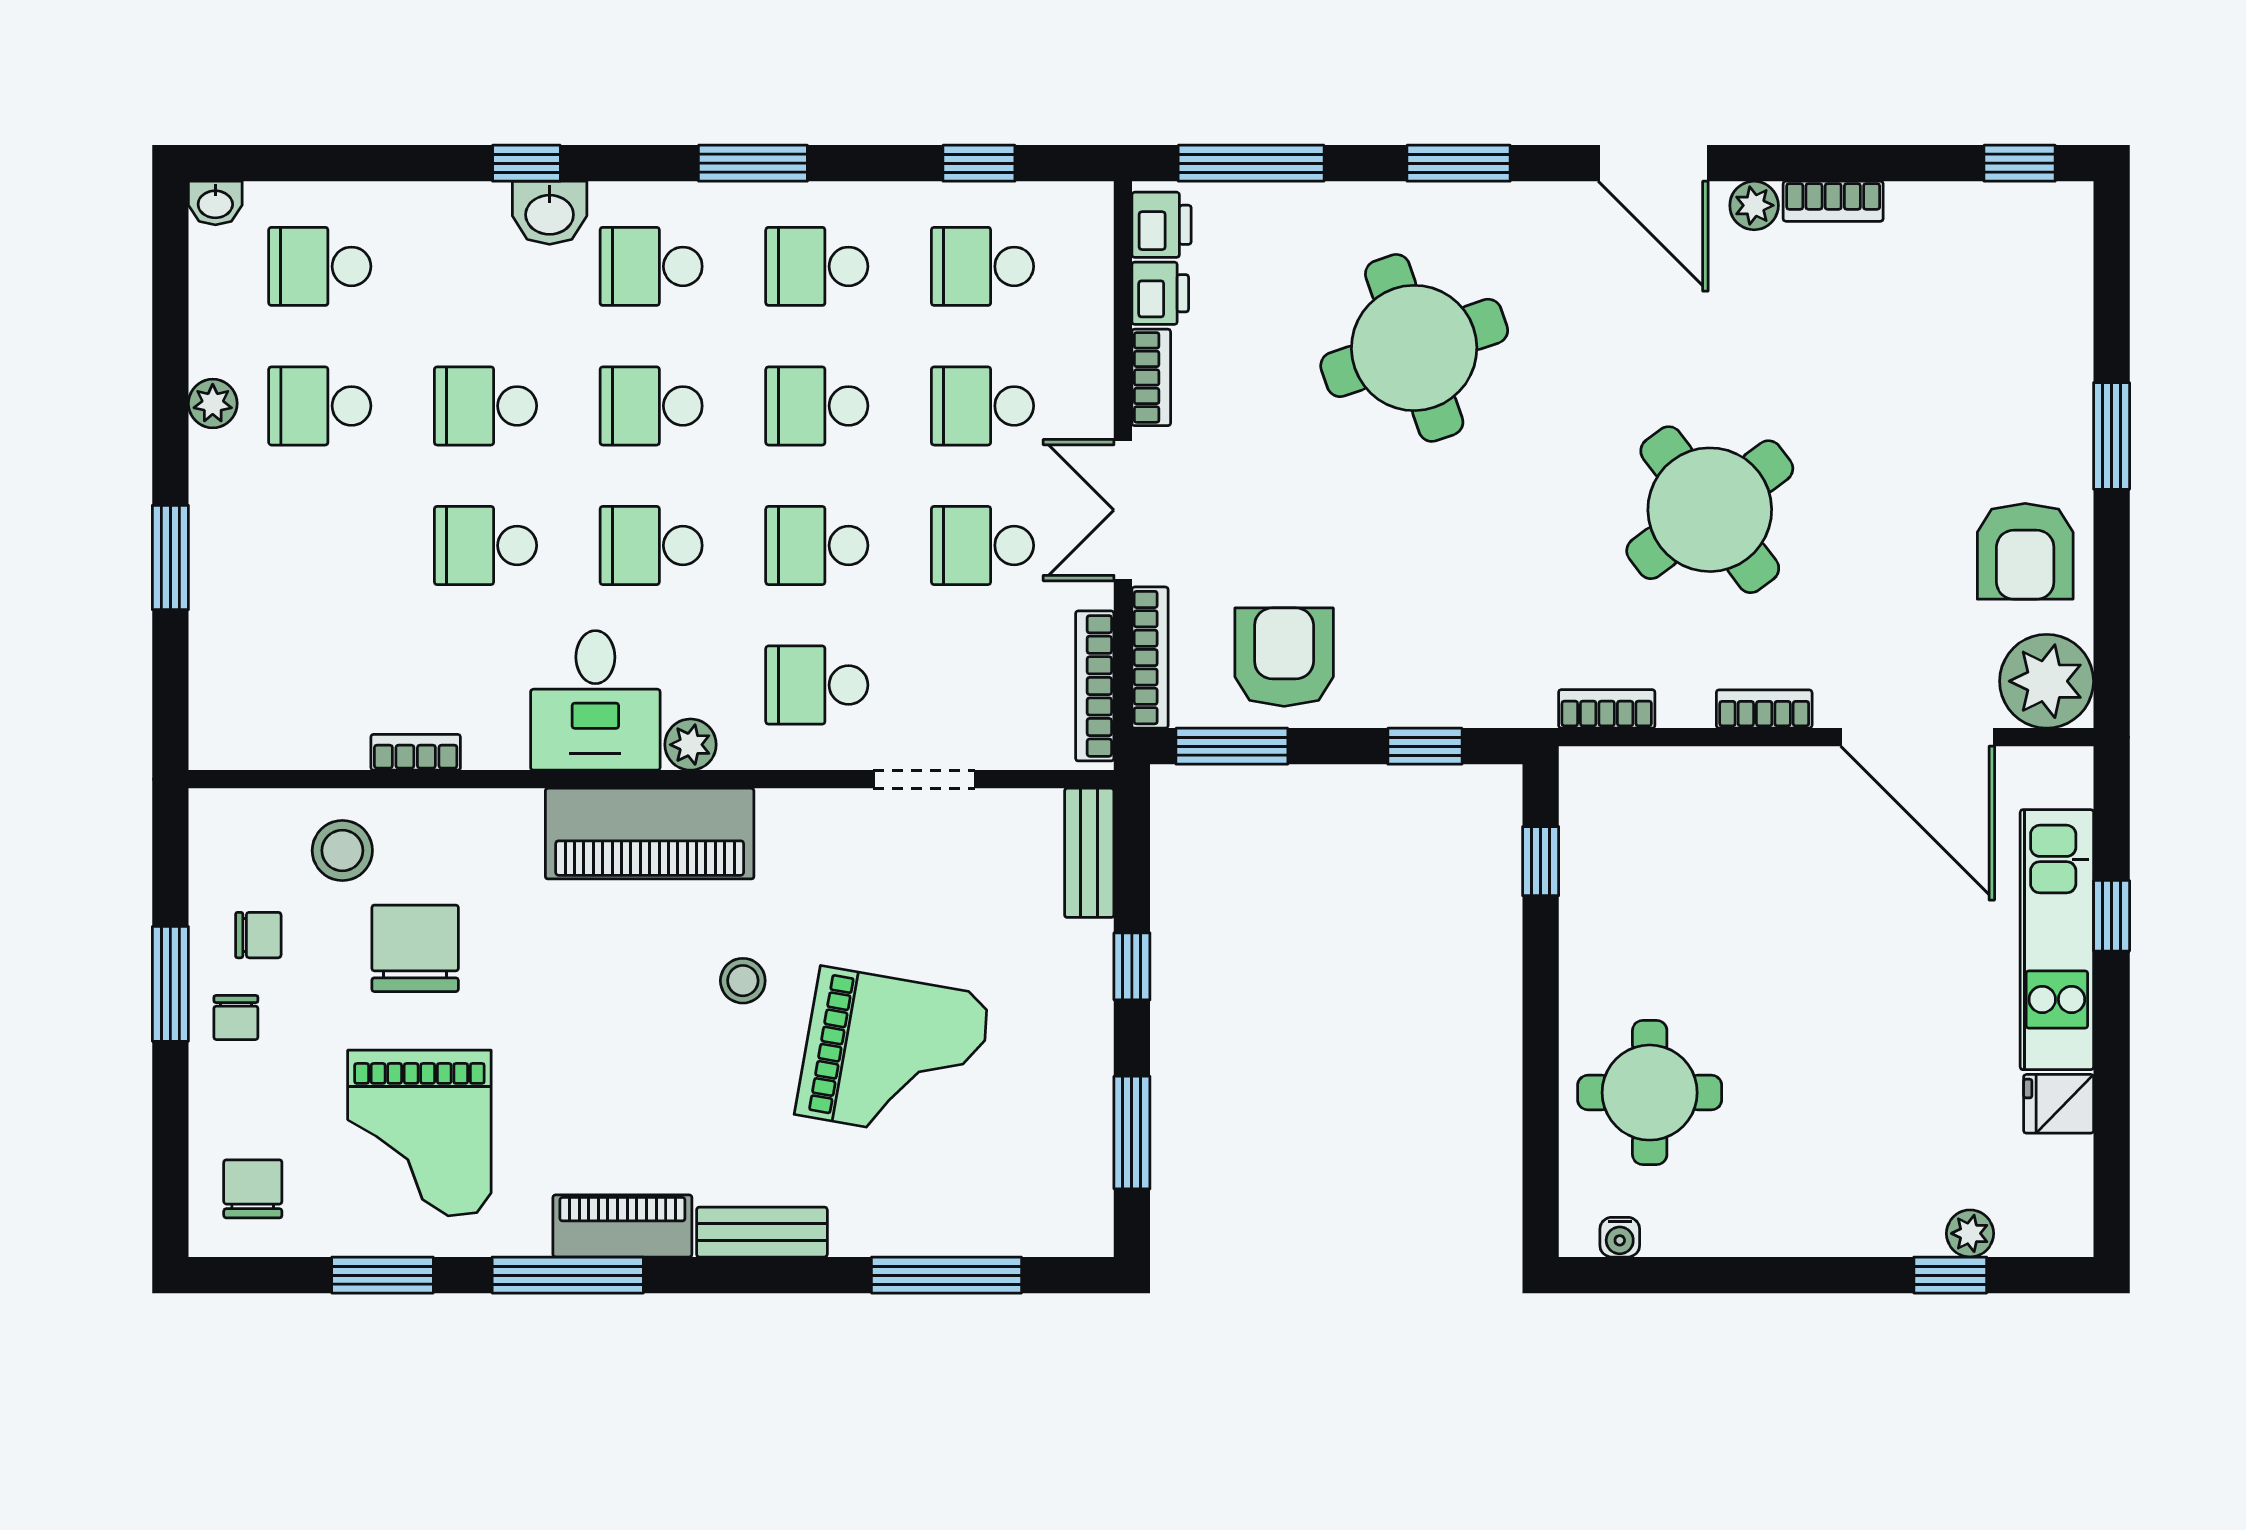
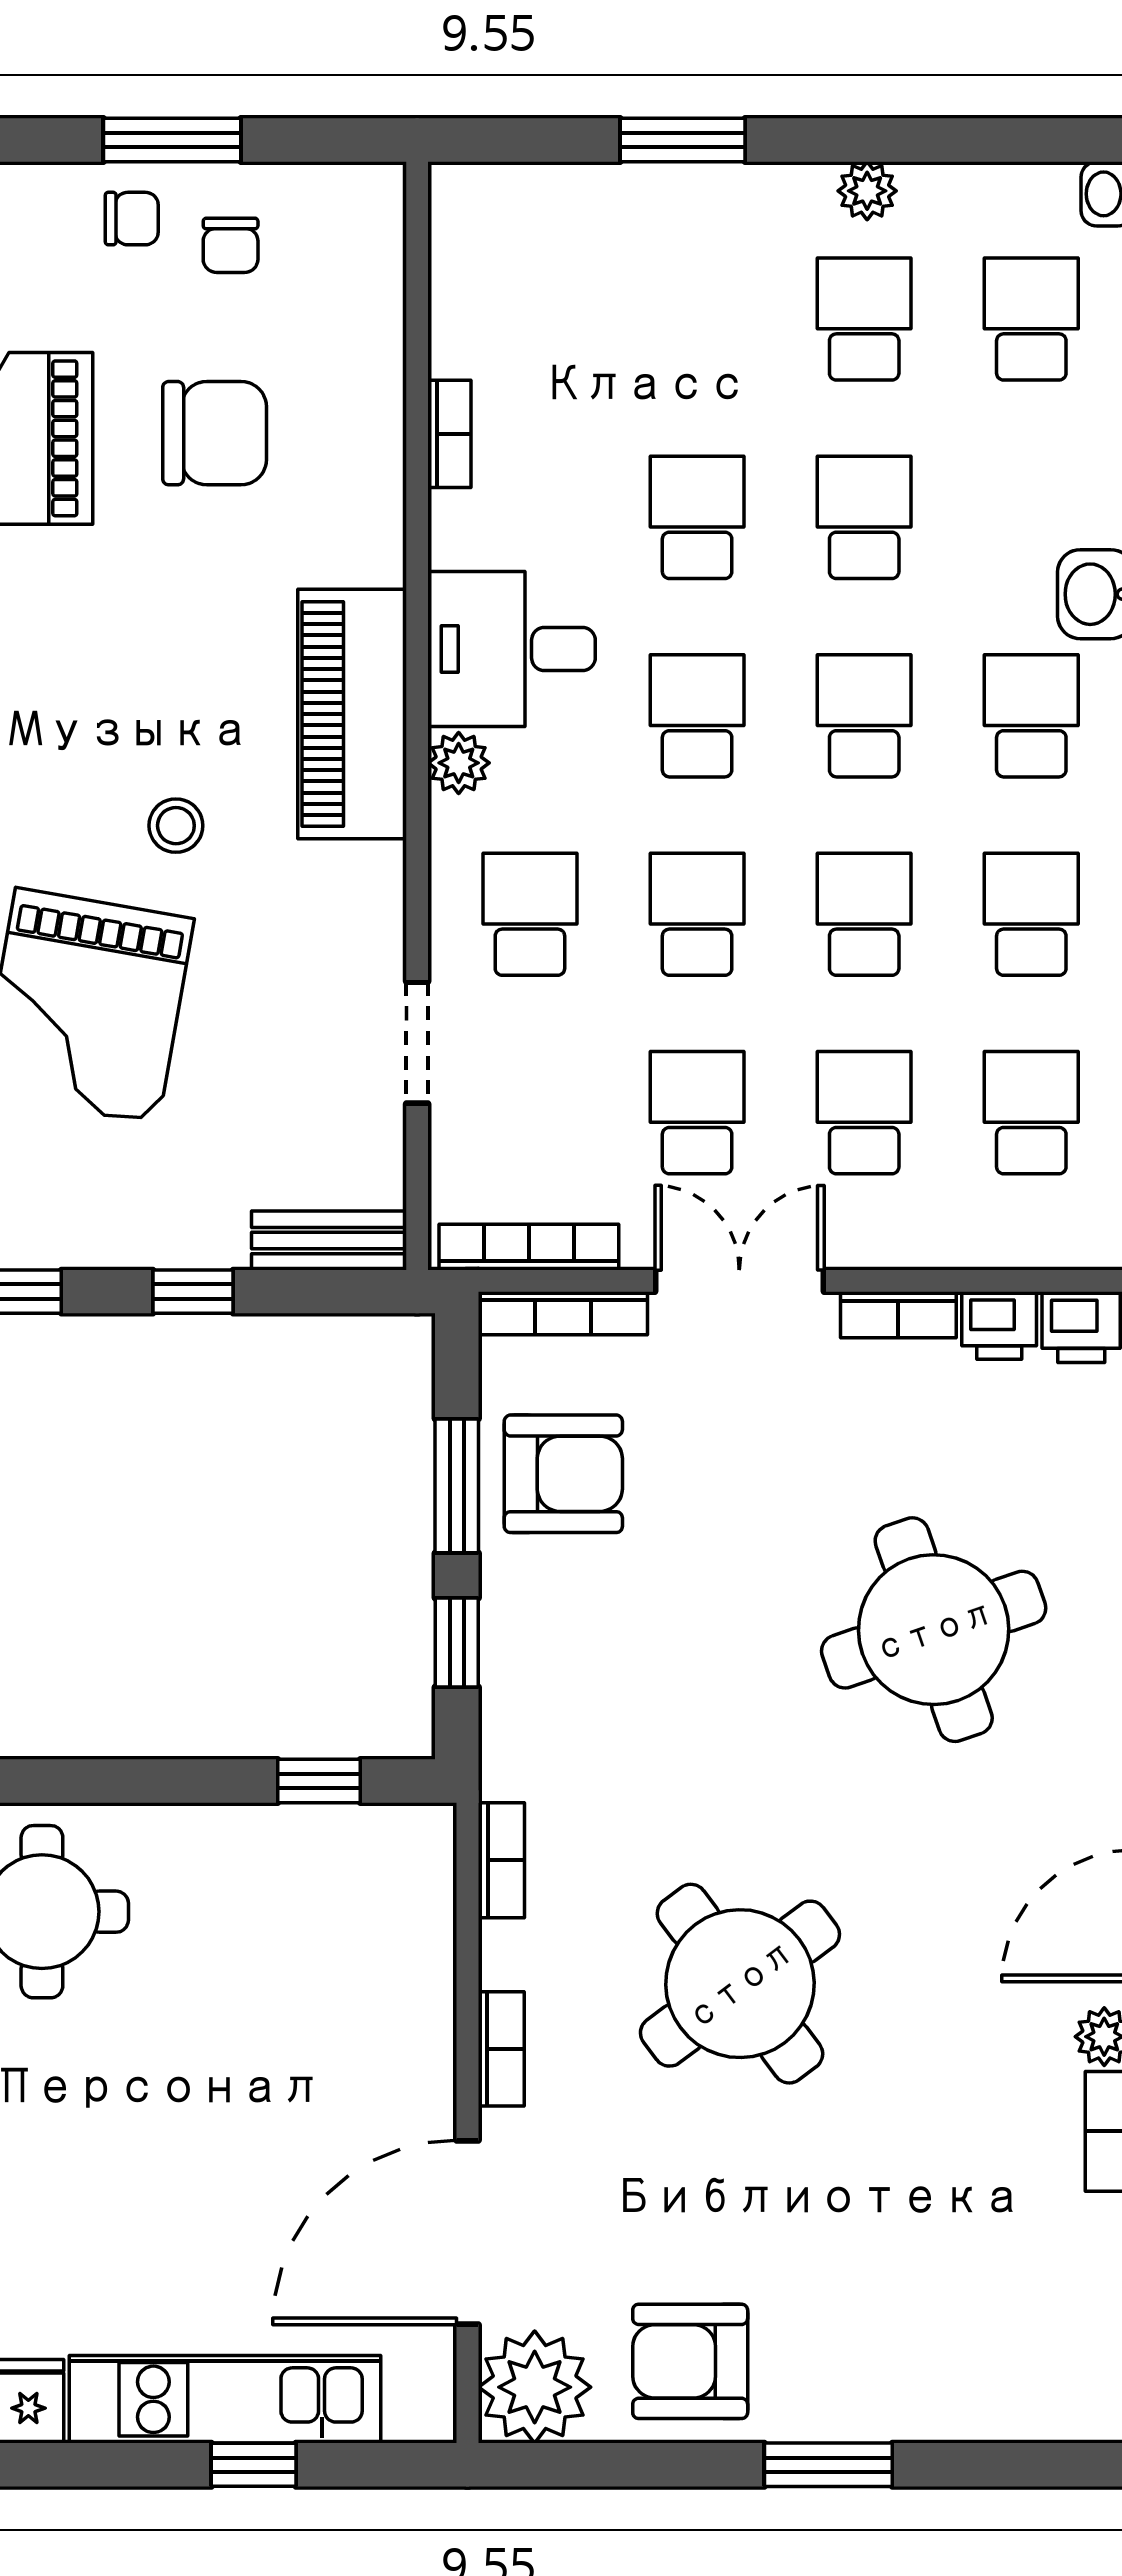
window: (1232, 746) -> (457, 1486), moved
stool: (342, 850) -> (332, 346), removed
chair: (236, 1018) -> (132, 219), turned 180

